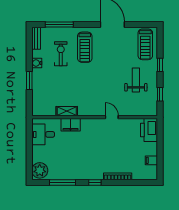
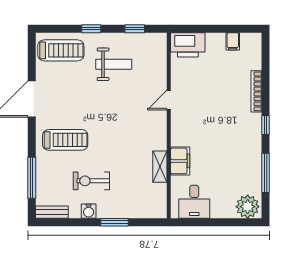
exercise bike: (61, 54) -> (91, 181), moved
weight bench: (136, 80) -> (114, 64), turned 180

